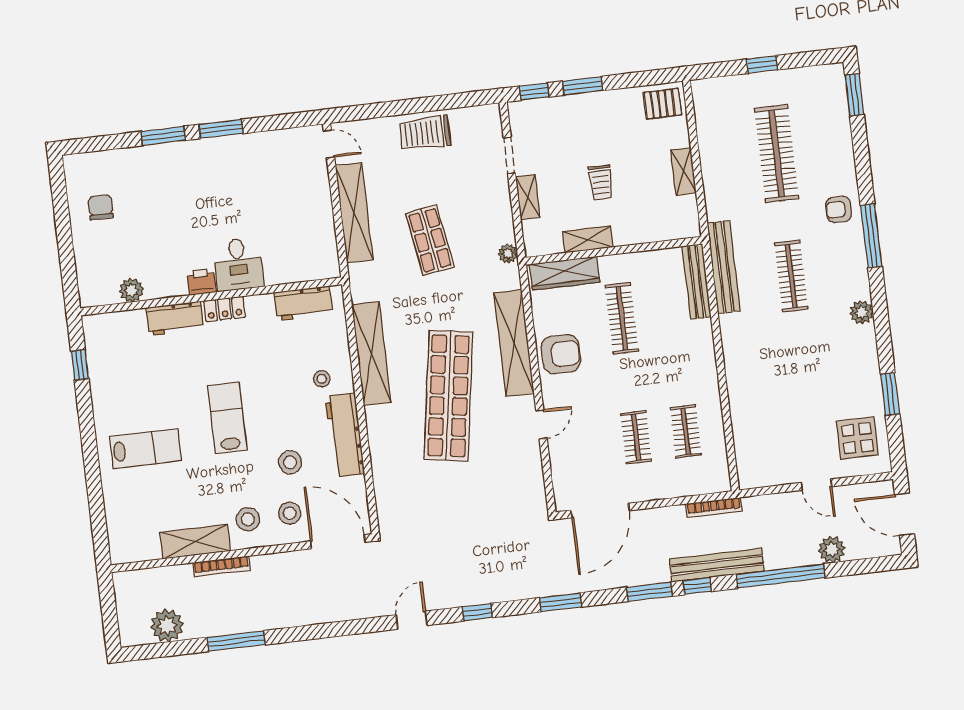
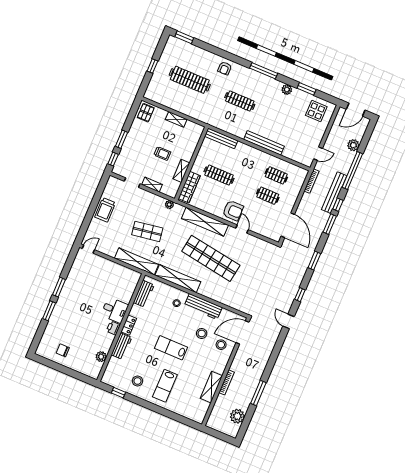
shelving: (354, 213) -> (136, 261), moved
window: (871, 236) -> (264, 71), moved
bench: (724, 267) -> (264, 143), moved
plant: (861, 312) -> (287, 90), moved
armchair: (561, 354) -> (233, 211), moved, turned 90
lab bench: (146, 449) -> (165, 386), turned 180
door: (817, 485) -> (318, 154), moved
stool: (248, 519) -> (137, 381), moved

